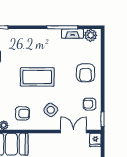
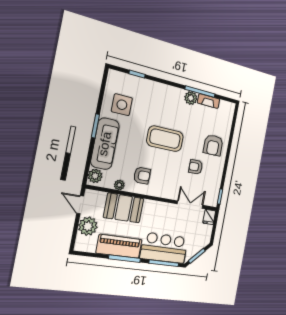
plant: (91, 35) -> (191, 98), moved
armchair: (90, 104) -> (196, 167), moved
side table: (51, 110) -> (172, 177), removed

